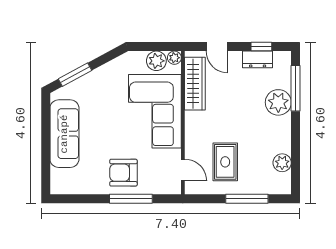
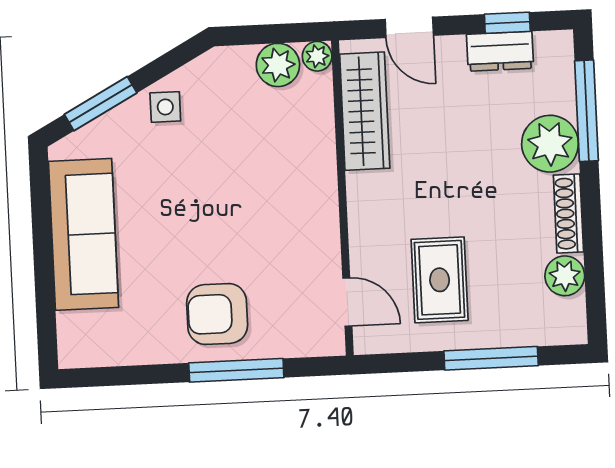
side table: (104, 78) -> (165, 107), added
corner sofa: (155, 111) -> (280, 176), removed
shoe rack: (285, 135) -> (568, 213), added

